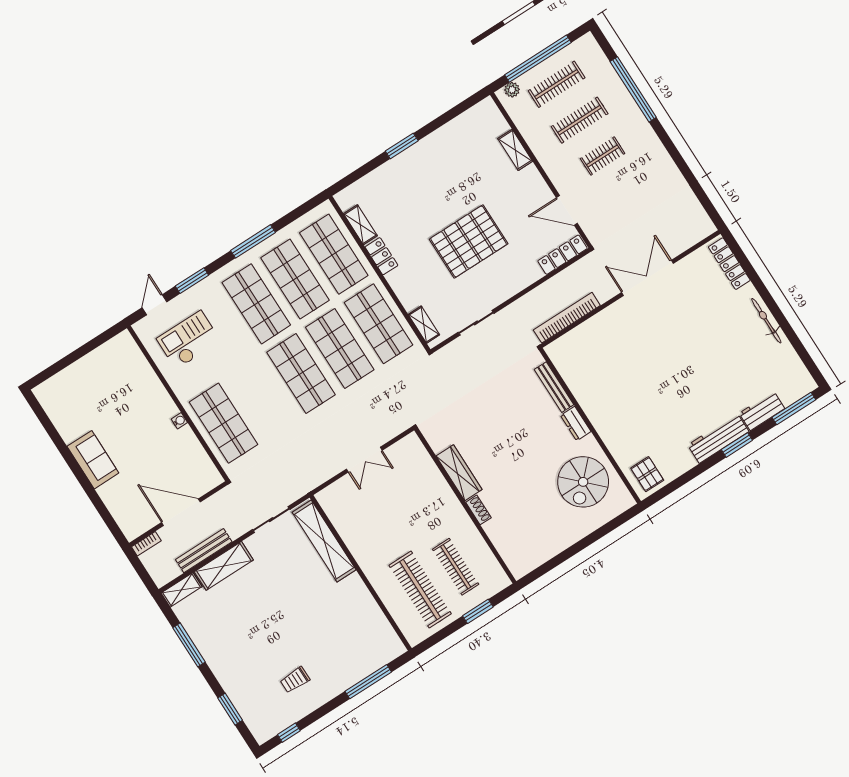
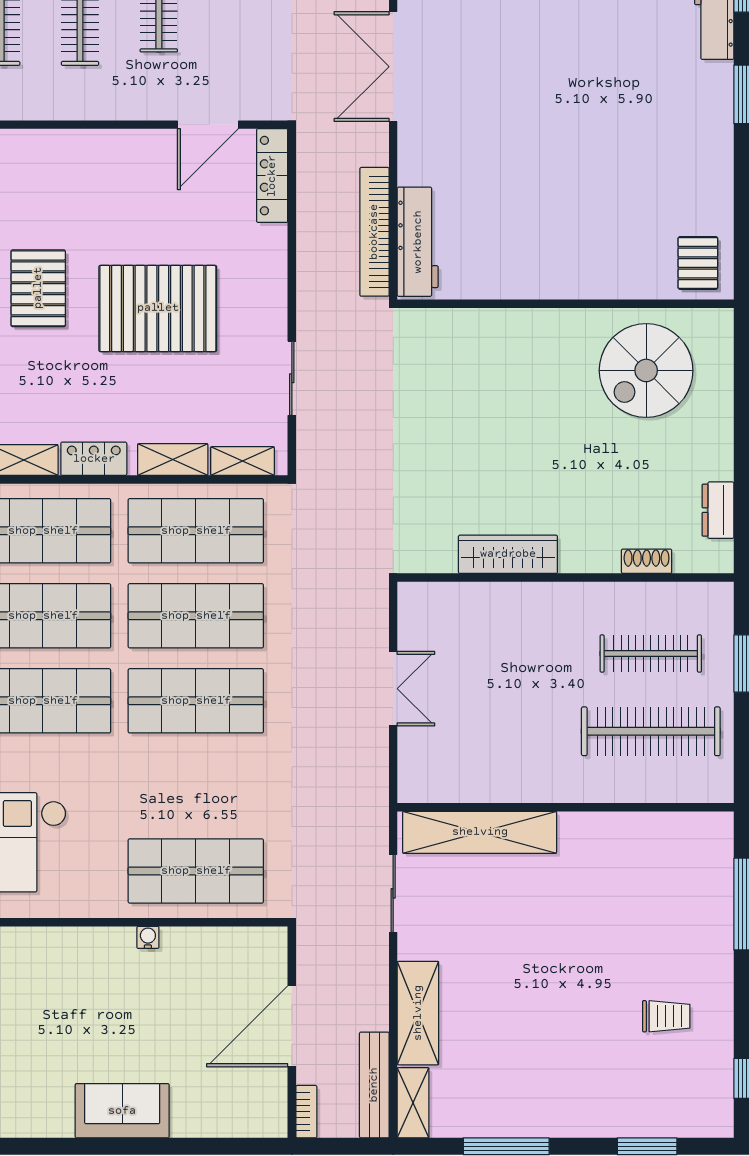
shelving: (515, 150) -> (173, 460), moved
pallet: (443, 181) -> (38, 288), added
pallet: (469, 241) -> (158, 308), turned 90
bench: (554, 387) -> (470, 321), removed
dresser: (576, 423) -> (718, 510), moved, turned 90
workbench: (718, 438) -> (418, 242), moved, turned 180
pallet: (647, 474) -> (698, 263), turned 90
spiral stairs: (583, 482) -> (646, 370), turned 90
shoe rack: (478, 510) -> (647, 561), moved
bench: (204, 551) -> (374, 1085), moved
trolley: (295, 680) -> (666, 1016), turned -90

